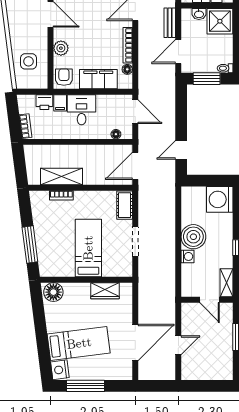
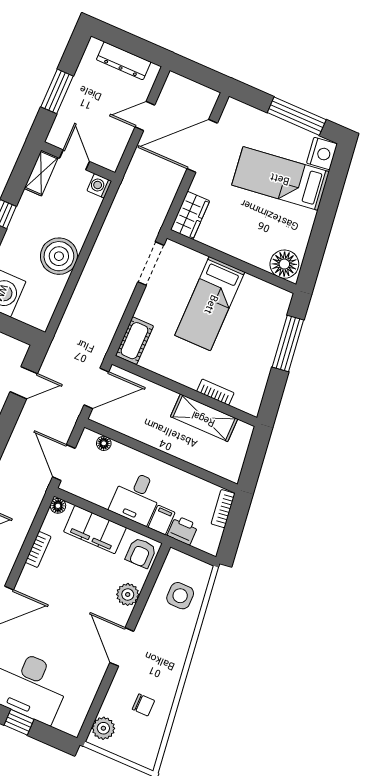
bookcase: (128, 45) -> (38, 549), width x0.64
floor lamp: (127, 69) -> (58, 506), moved
doorway: (135, 241) -> (151, 264), moved
washing machine: (187, 256) -> (99, 186), moved
wardrobe: (105, 291) -> (190, 215), moved, turned 90
dresser: (206, 373) -> (124, 61), added

